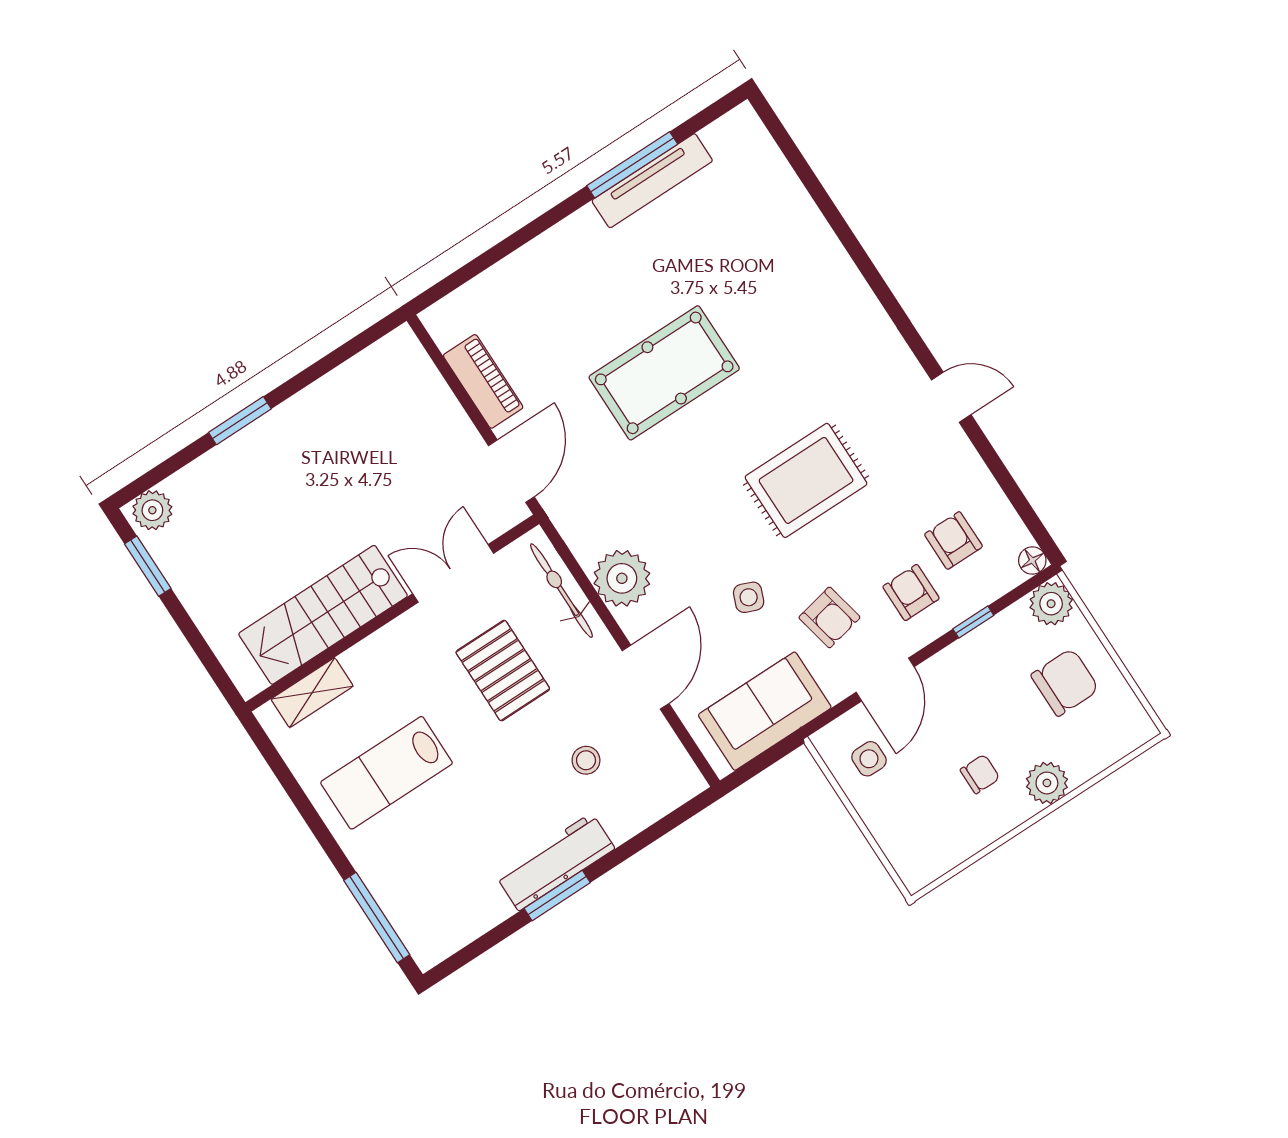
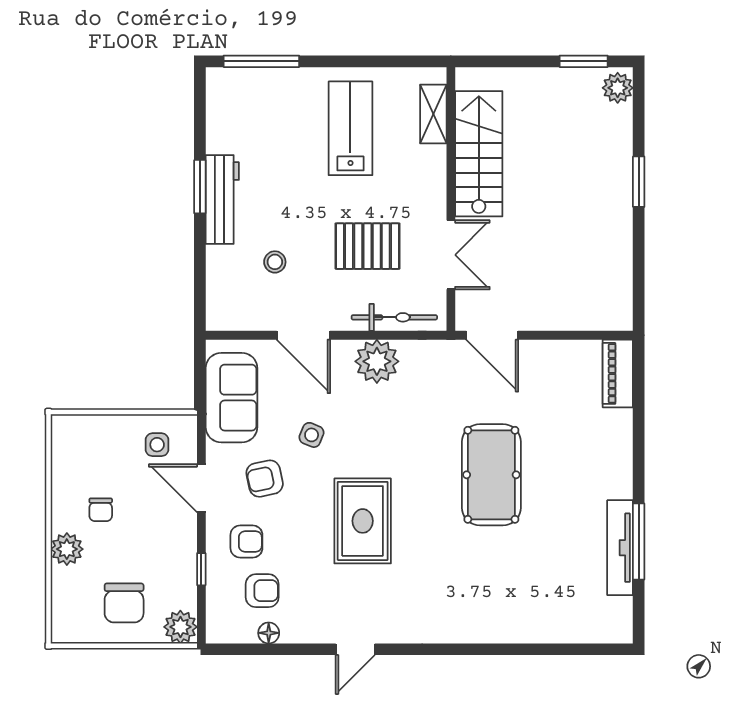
piano: (483, 381) -> (618, 373), moved, turned 90
floor lamp: (1032, 561) -> (269, 633), moved

